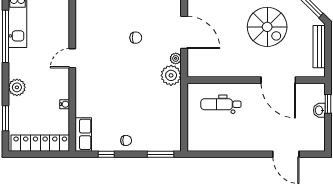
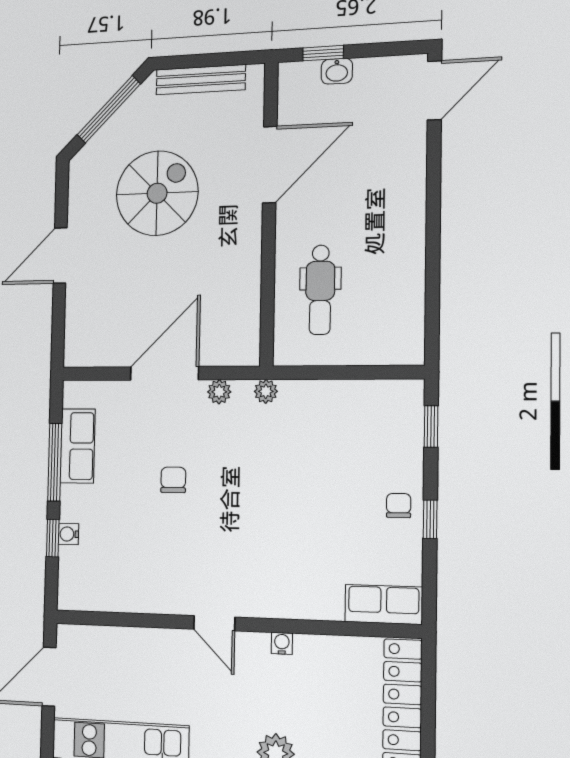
plant: (171, 75) -> (266, 391), width x0.53, depth x0.53
water cooler: (65, 104) -> (282, 643), moved
window: (106, 154) -> (430, 519), moved
window: (160, 154) -> (431, 426), width x0.67
door: (286, 154) -> (434, 90), moved

